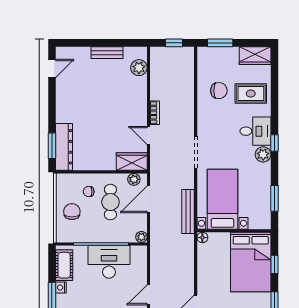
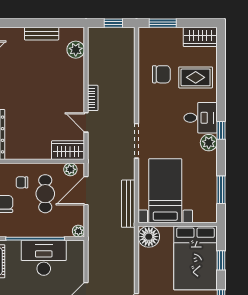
floor lamp: (202, 238) -> (149, 237), width x1.89, depth x1.89

